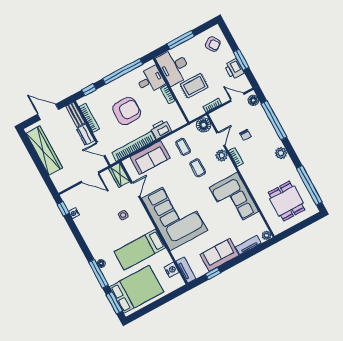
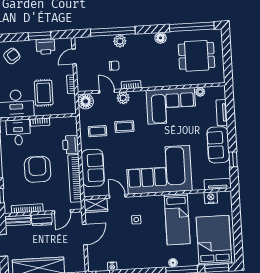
floor lamp: (253, 100) -> (161, 38), moved
plant: (281, 153) -> (120, 41), moved
plant: (267, 235) -> (200, 92), moved

